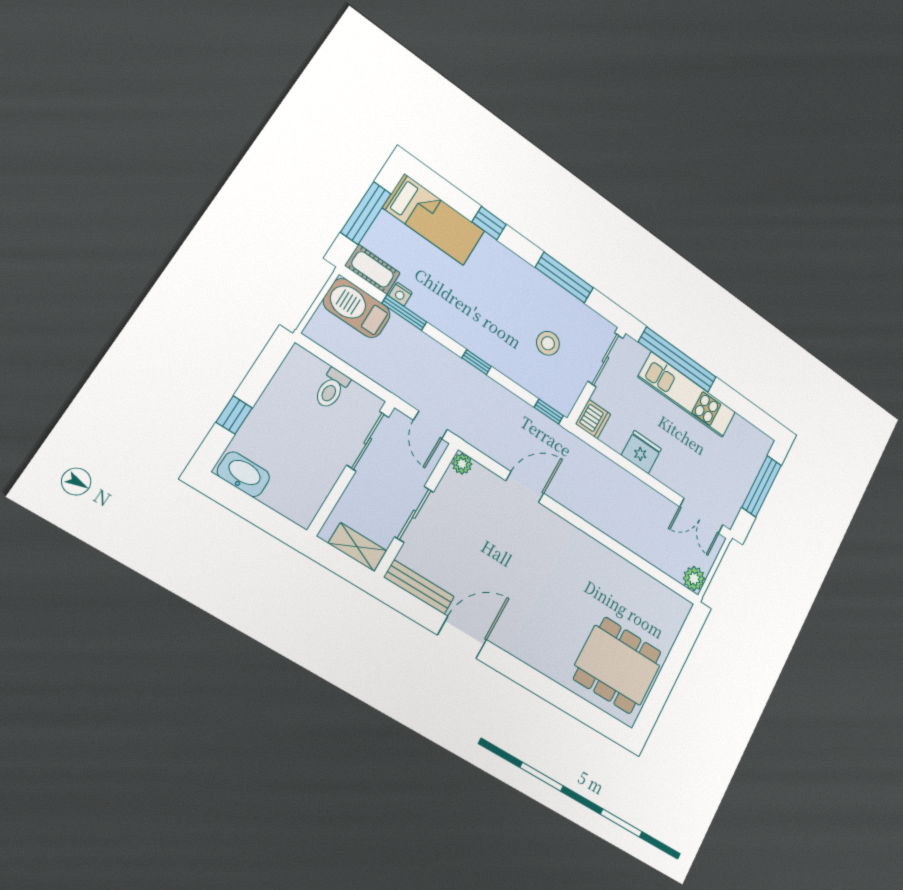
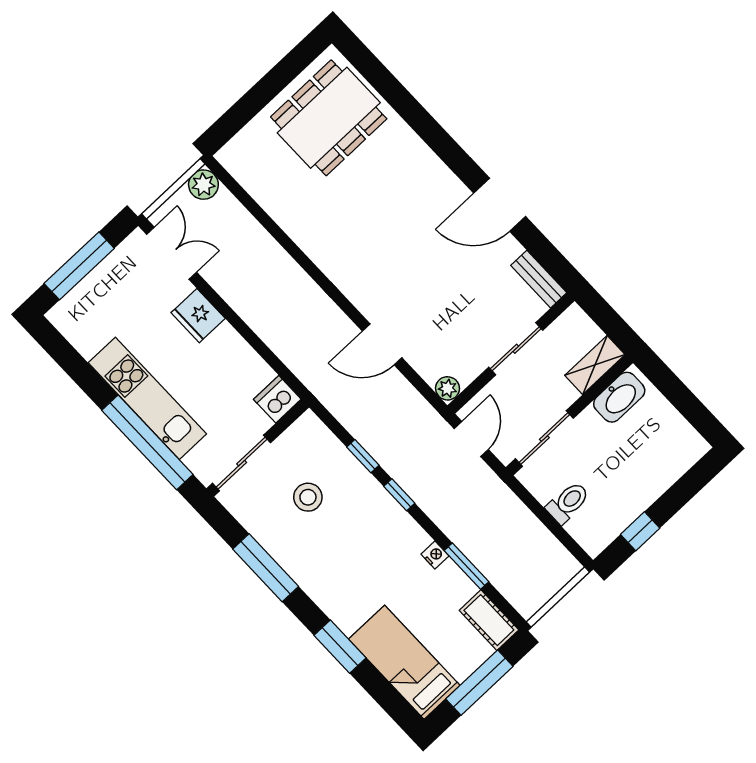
window: (489, 223) -> (340, 647), width x1.50
nightstand: (400, 294) -> (435, 555), moved
barbecue: (357, 308) -> (518, 582), removed
window: (549, 412) -> (363, 456), moved
window: (234, 415) -> (640, 531), moved
fridge: (641, 452) -> (198, 316), moved
washbasin: (243, 474) -> (619, 397), moved, turned -90
shelving: (357, 547) -> (595, 365), moved, turned 90
bench: (419, 587) -> (539, 279), width x0.73
dining table: (618, 665) -> (329, 118), turned 90

